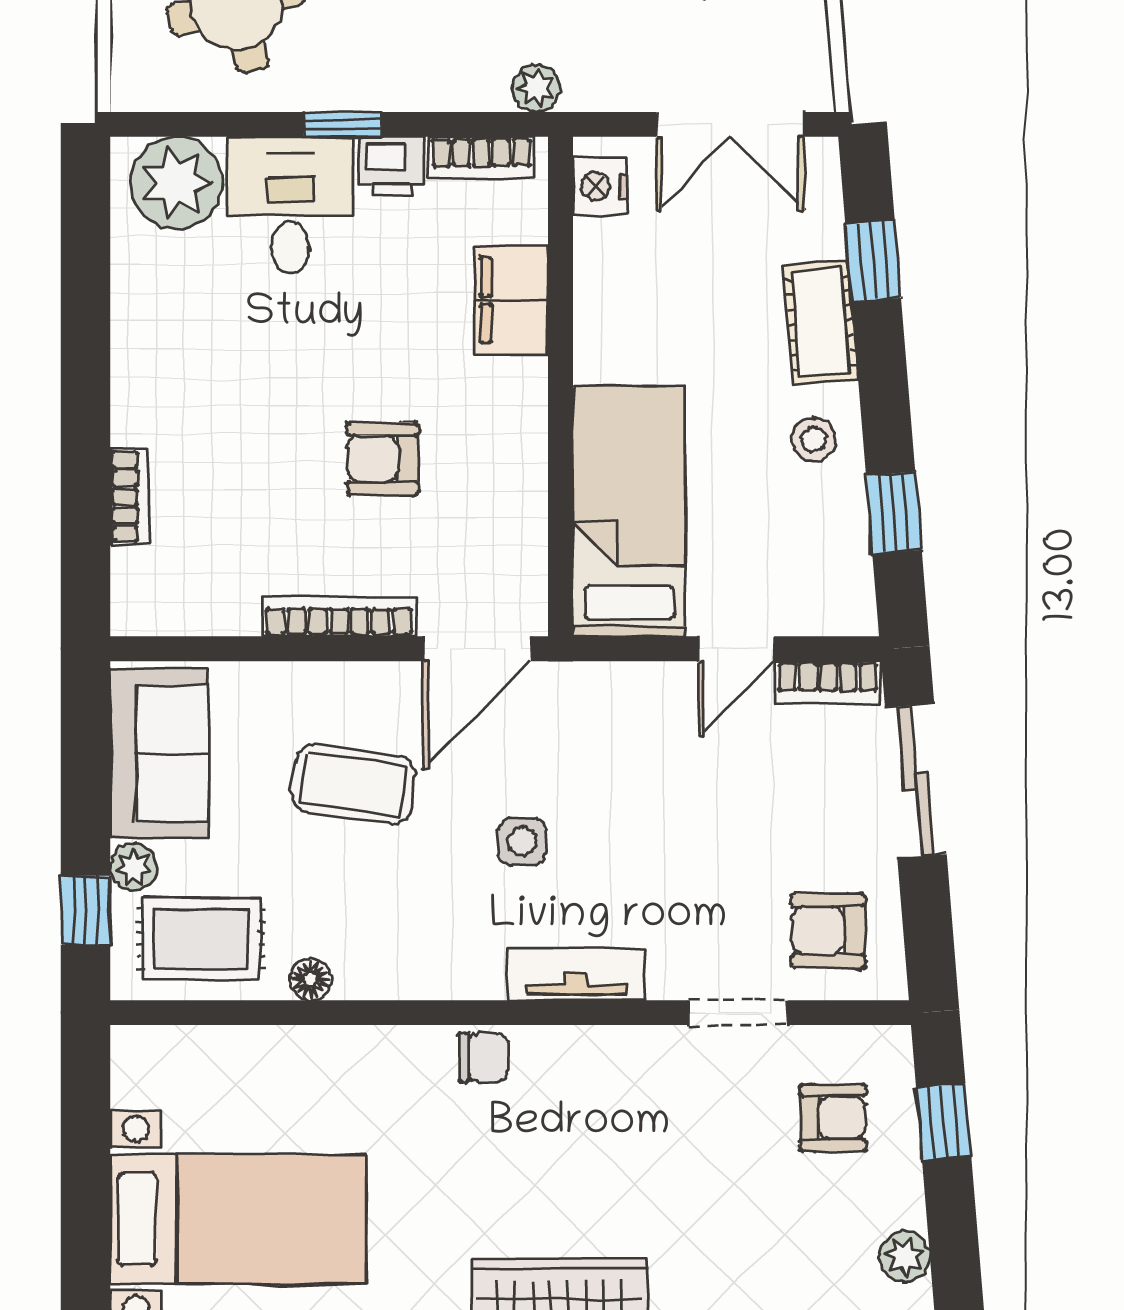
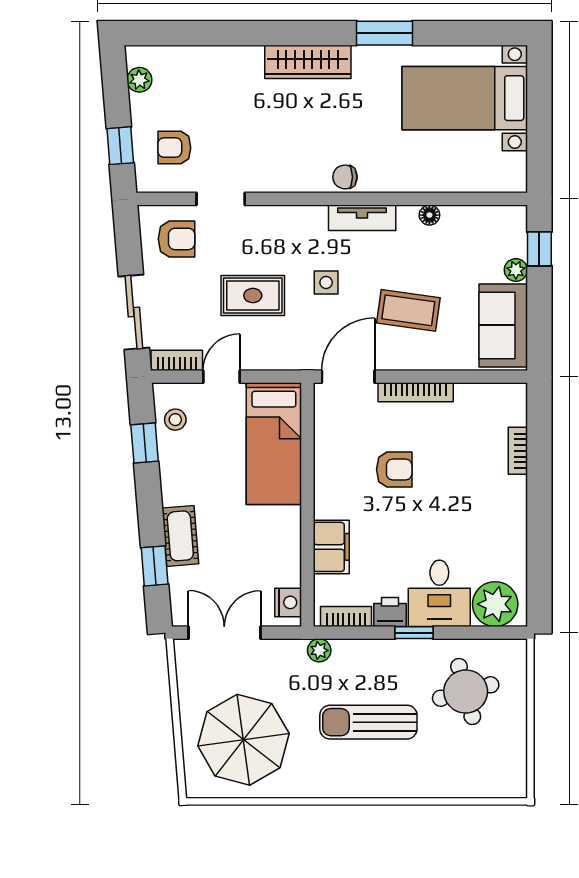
stool: (814, 440) -> (175, 420), moved
rug: (201, 939) -> (253, 296), moved
tv unit: (576, 974) -> (362, 218), moved

